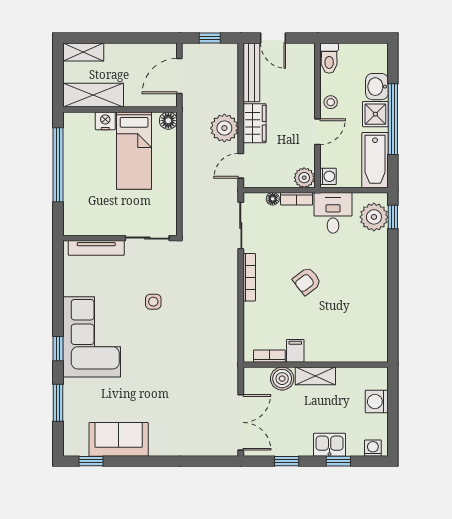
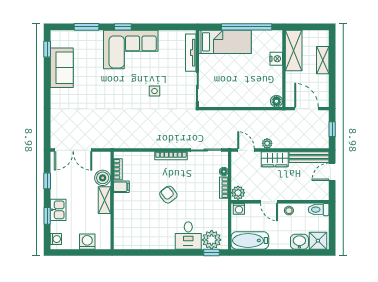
shelving: (83, 52) -> (323, 60), moved
shower: (375, 114) -> (318, 241), moved
window: (393, 119) -> (277, 252), removed
plant: (224, 128) -> (267, 143), width x0.53, depth x0.53
bed: (134, 151) -> (225, 42), moved, turned 180
desk: (333, 213) -> (188, 235), moved, turned 90

